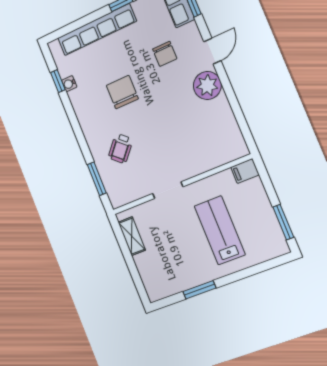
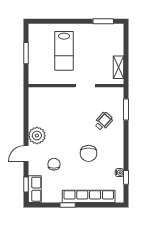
filing cabinet: (245, 171) -> (36, 79), removed
window: (283, 222) -> (26, 53), moved
window: (199, 290) -> (103, 21), moved

